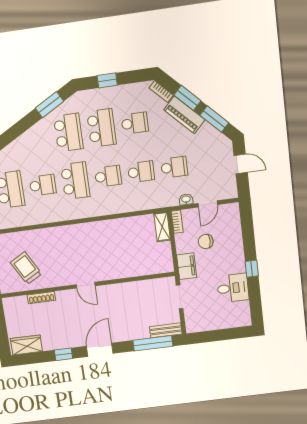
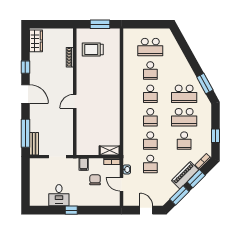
window: (107, 80) -> (216, 136), moved
door: (241, 164) -> (146, 210), swing flipped
school desk: (75, 181) -> (150, 94), width x0.54
filing cabinet: (187, 266) -> (84, 164), width x0.50
trolley: (26, 268) -> (93, 50), turned -151
door: (86, 285) -> (75, 101), moved

